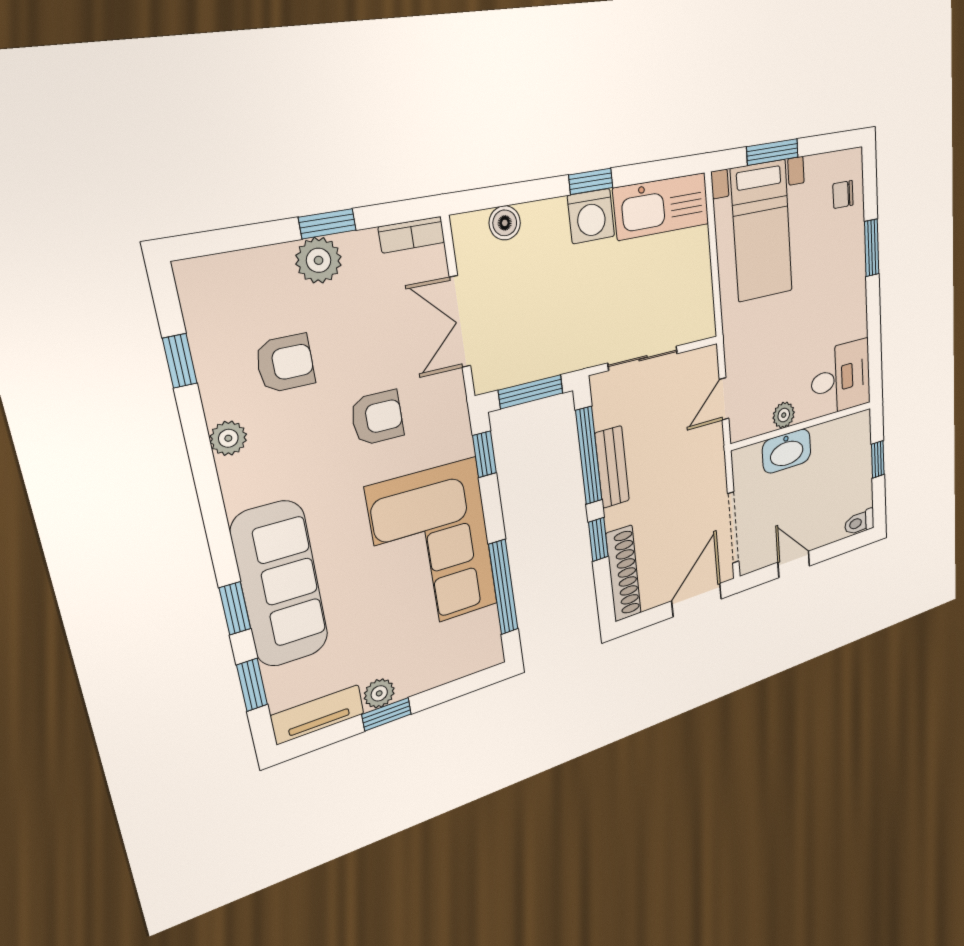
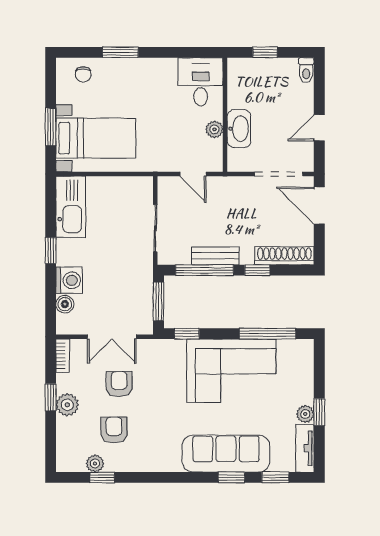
washing machine: (591, 216) -> (69, 280), moved
armchair: (377, 418) -> (119, 384), moved
plant: (228, 438) -> (95, 463), moved

